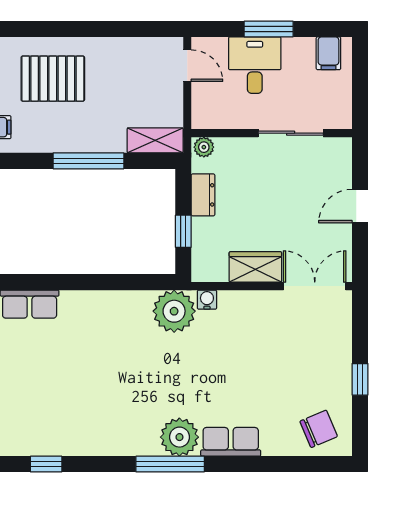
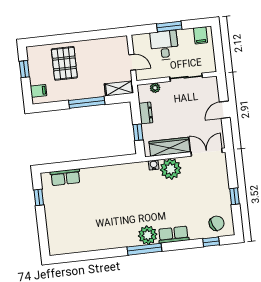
door: (187, 66) -> (132, 62), moved
pallet: (53, 79) -> (64, 63), turned 90
plant: (204, 147) -> (155, 88), moved
wardrobe: (255, 267) -> (169, 147), width x1.50
plant: (174, 311) -> (171, 169), moved
window: (46, 464) -> (211, 242), moved

